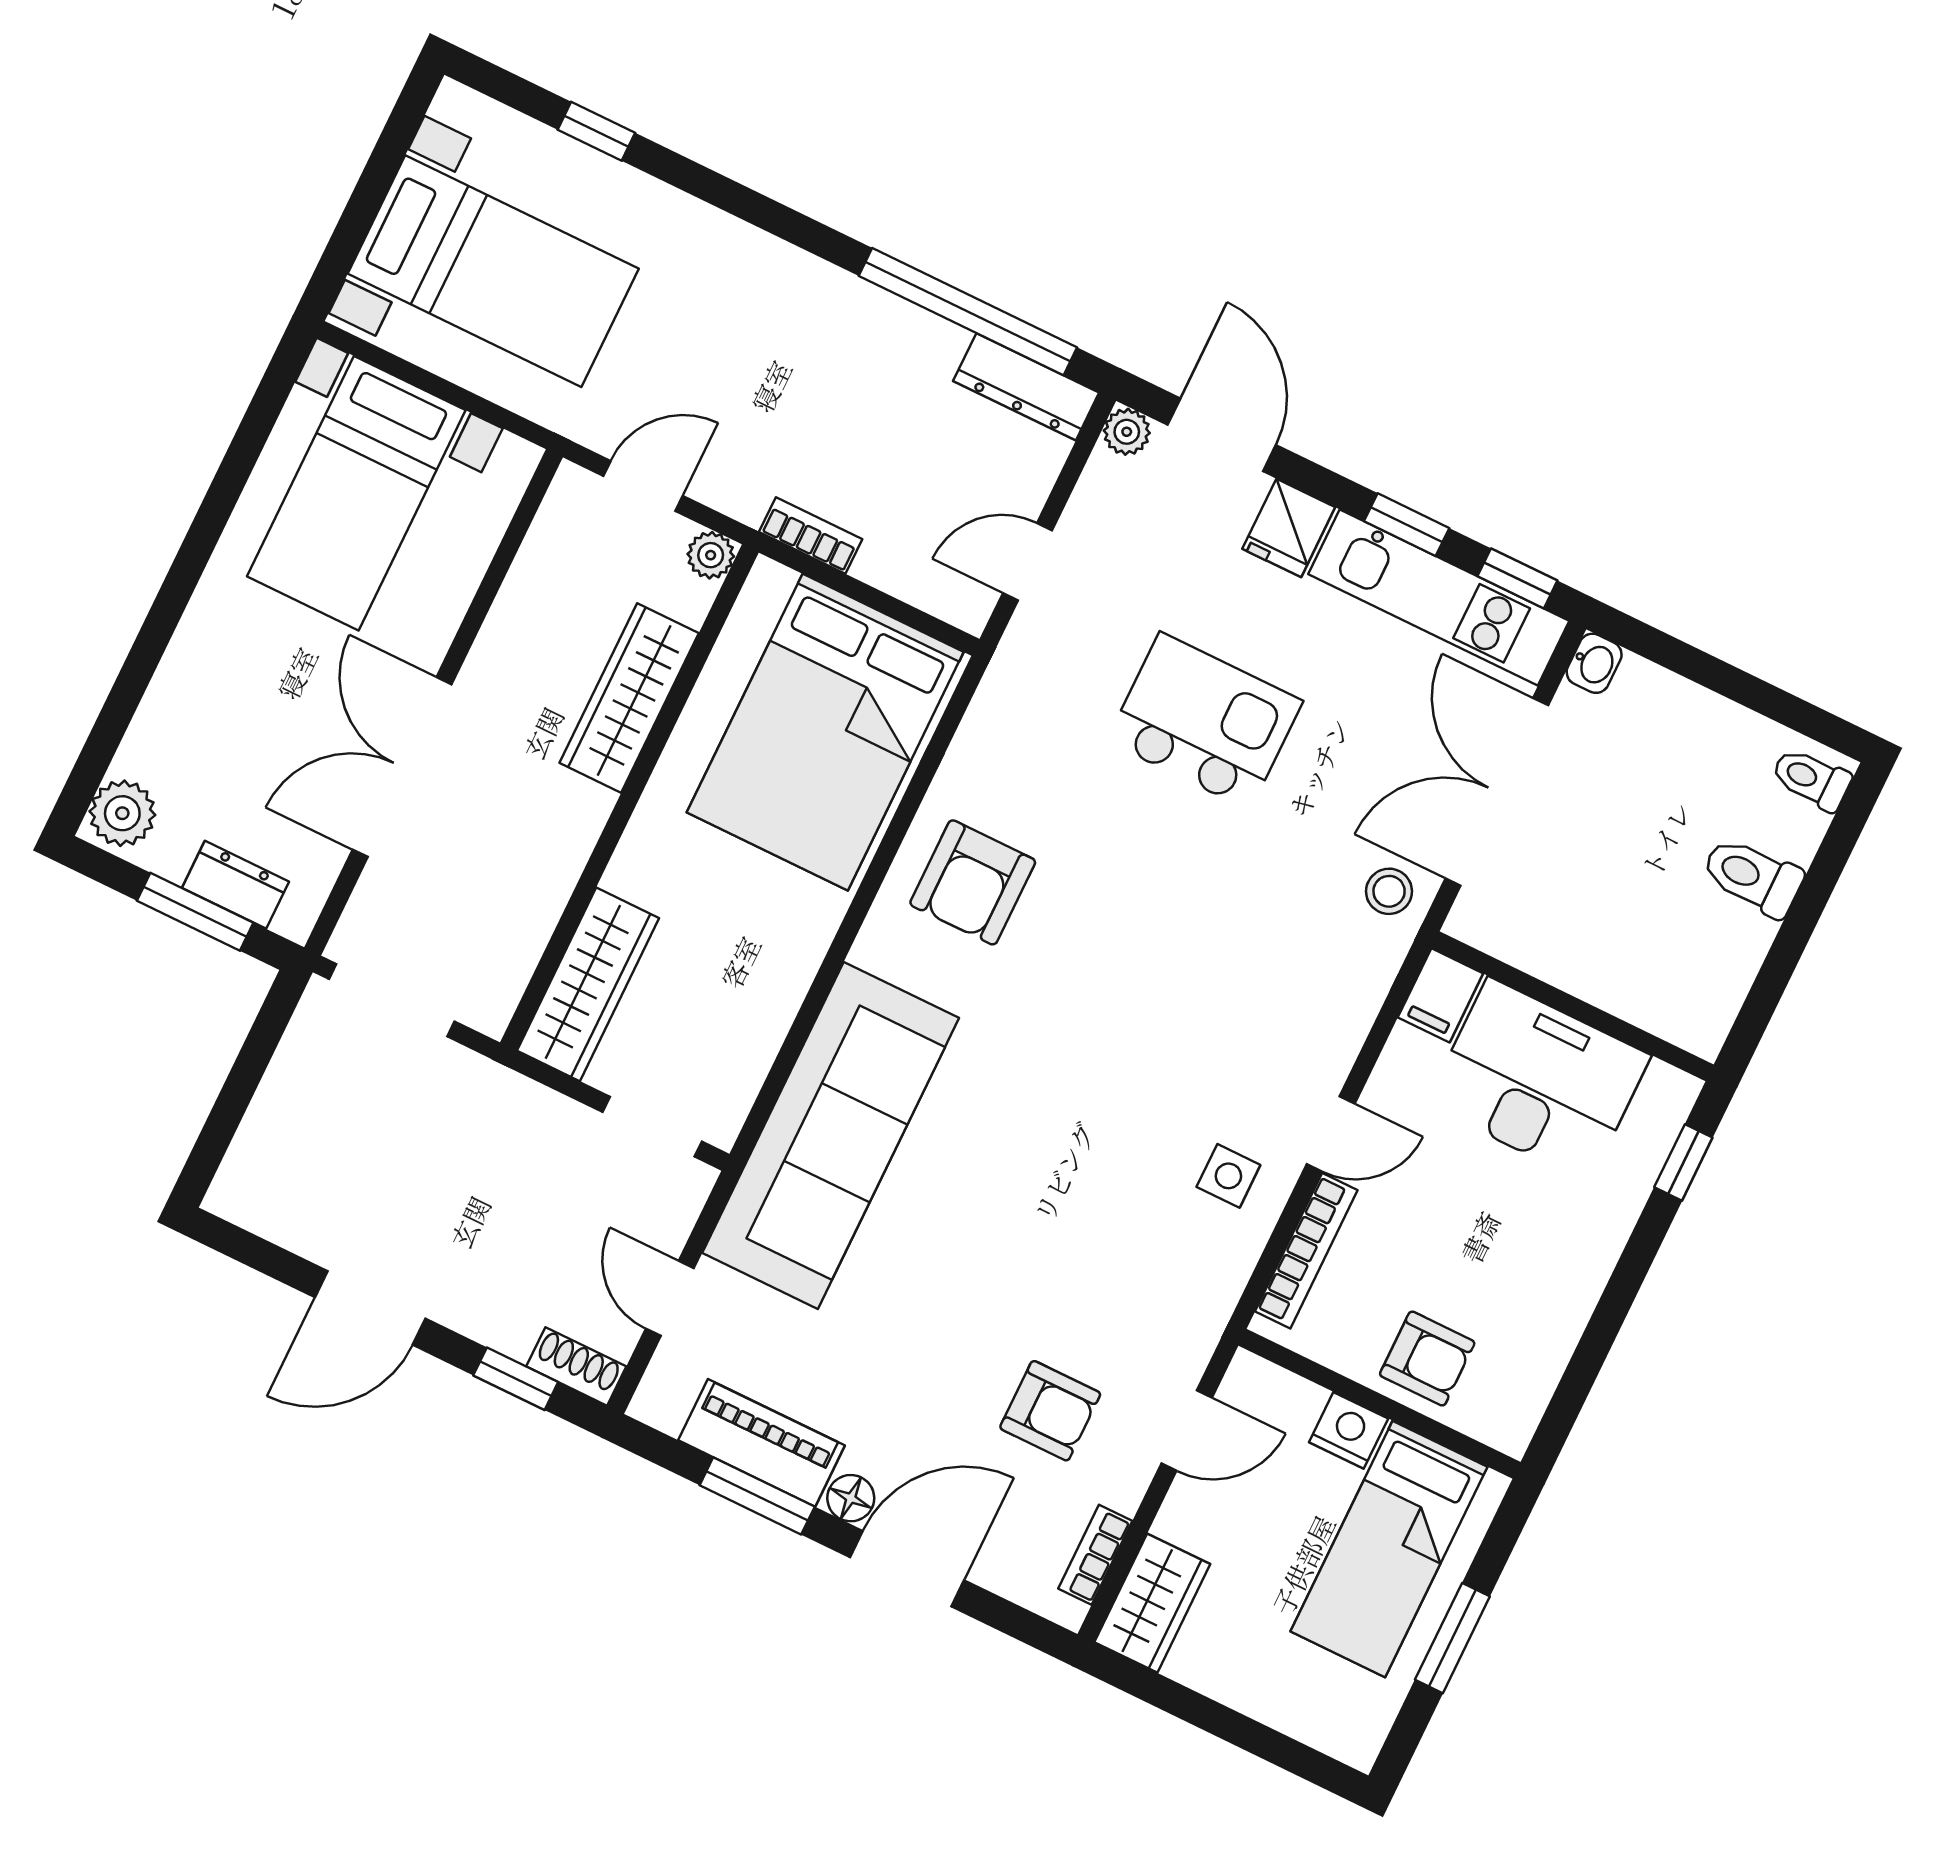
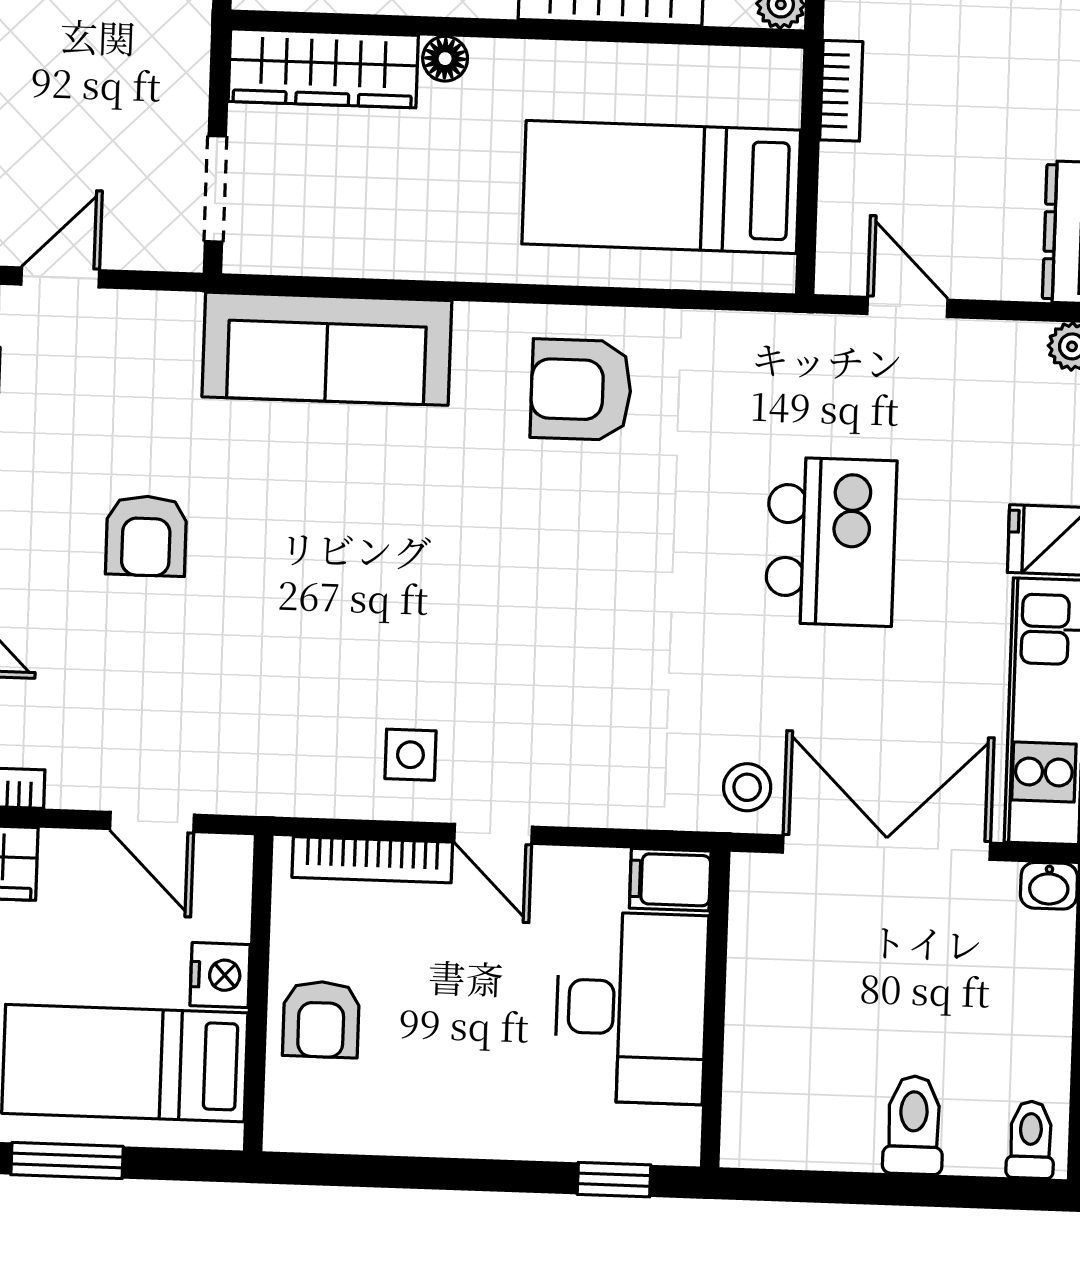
bed: (825, 732) -> (661, 187), width x0.67
floor lamp: (627, 873) -> (445, 59), added
sofa: (831, 1135) -> (327, 349), width x0.74, depth x0.79
armchair: (1050, 1411) -> (146, 536), moved

